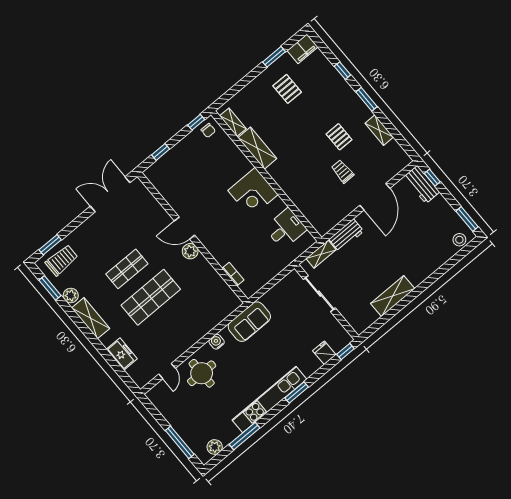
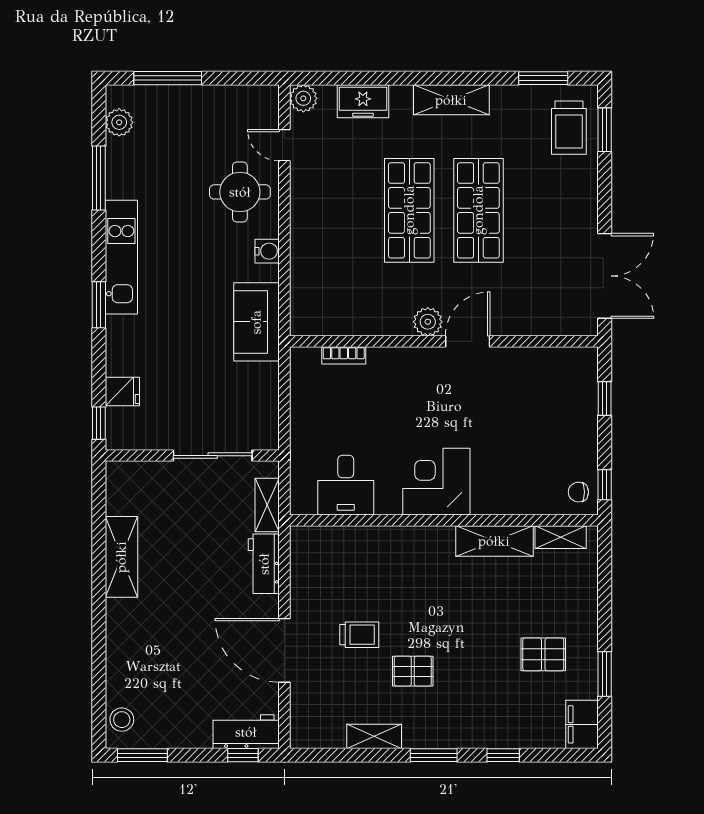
shop shelf: (127, 269) -> (478, 210), width x1.43, depth x1.36
plant: (71, 296) -> (303, 98), moved
kitchen unit: (269, 400) -> (121, 257), width x0.73

